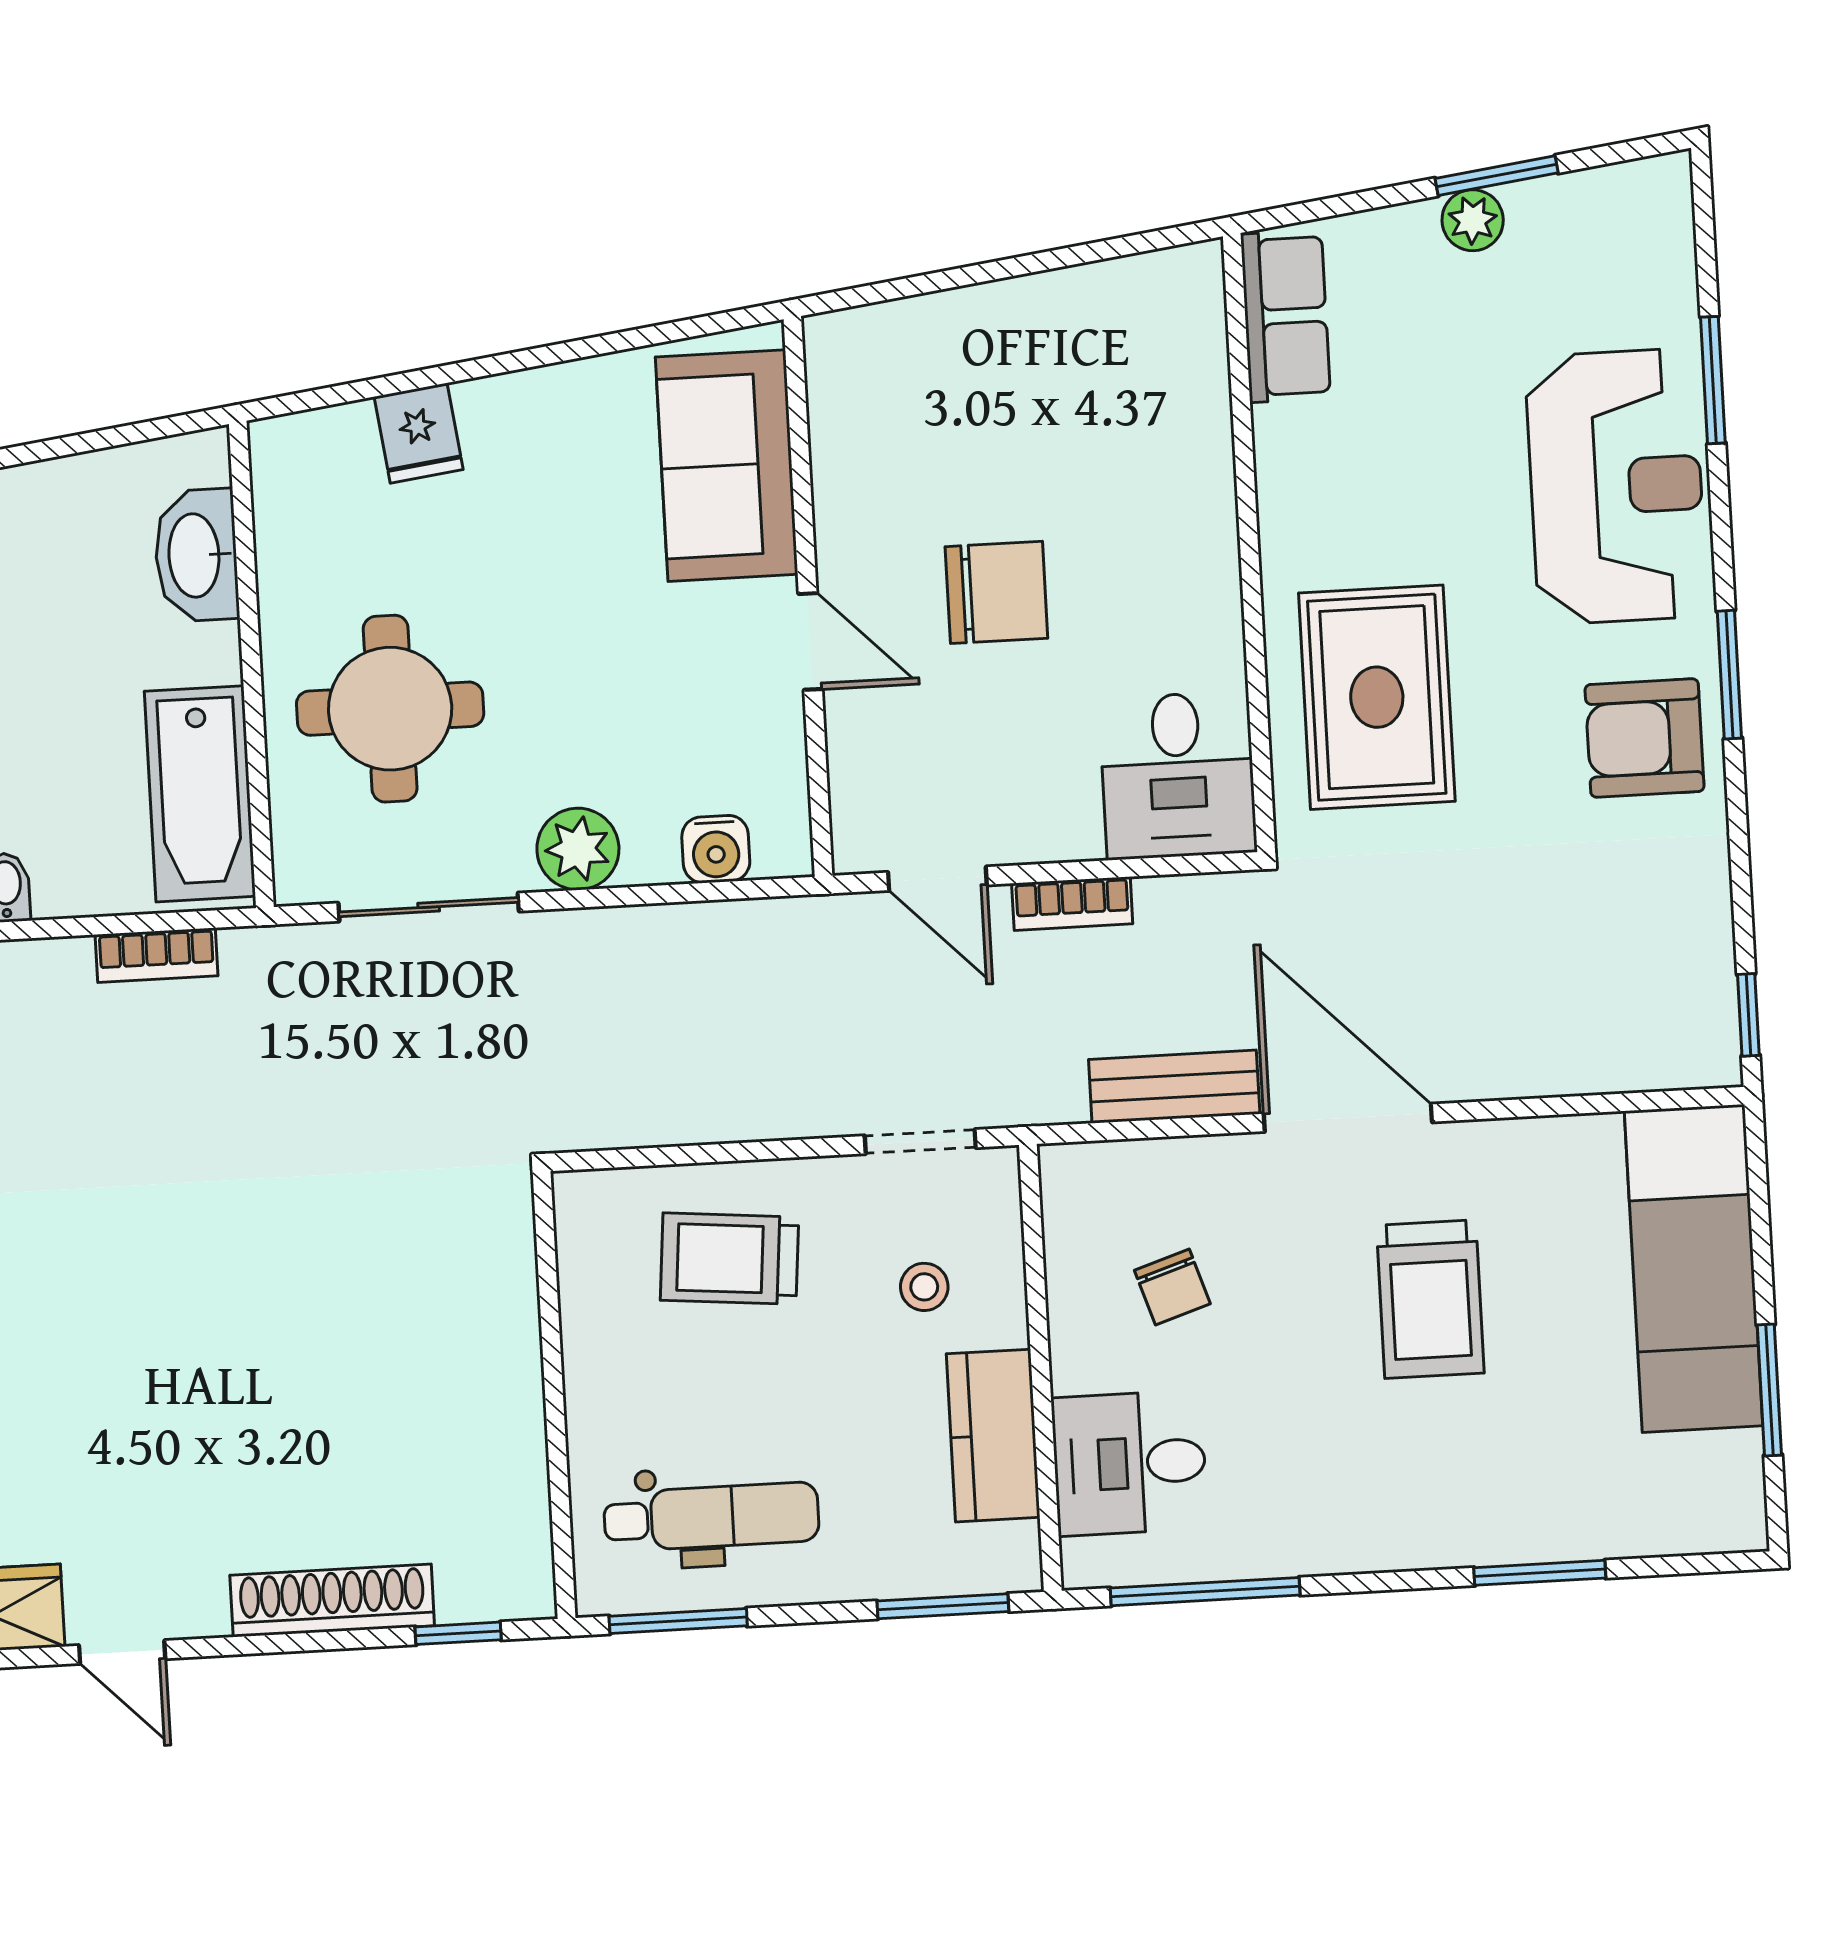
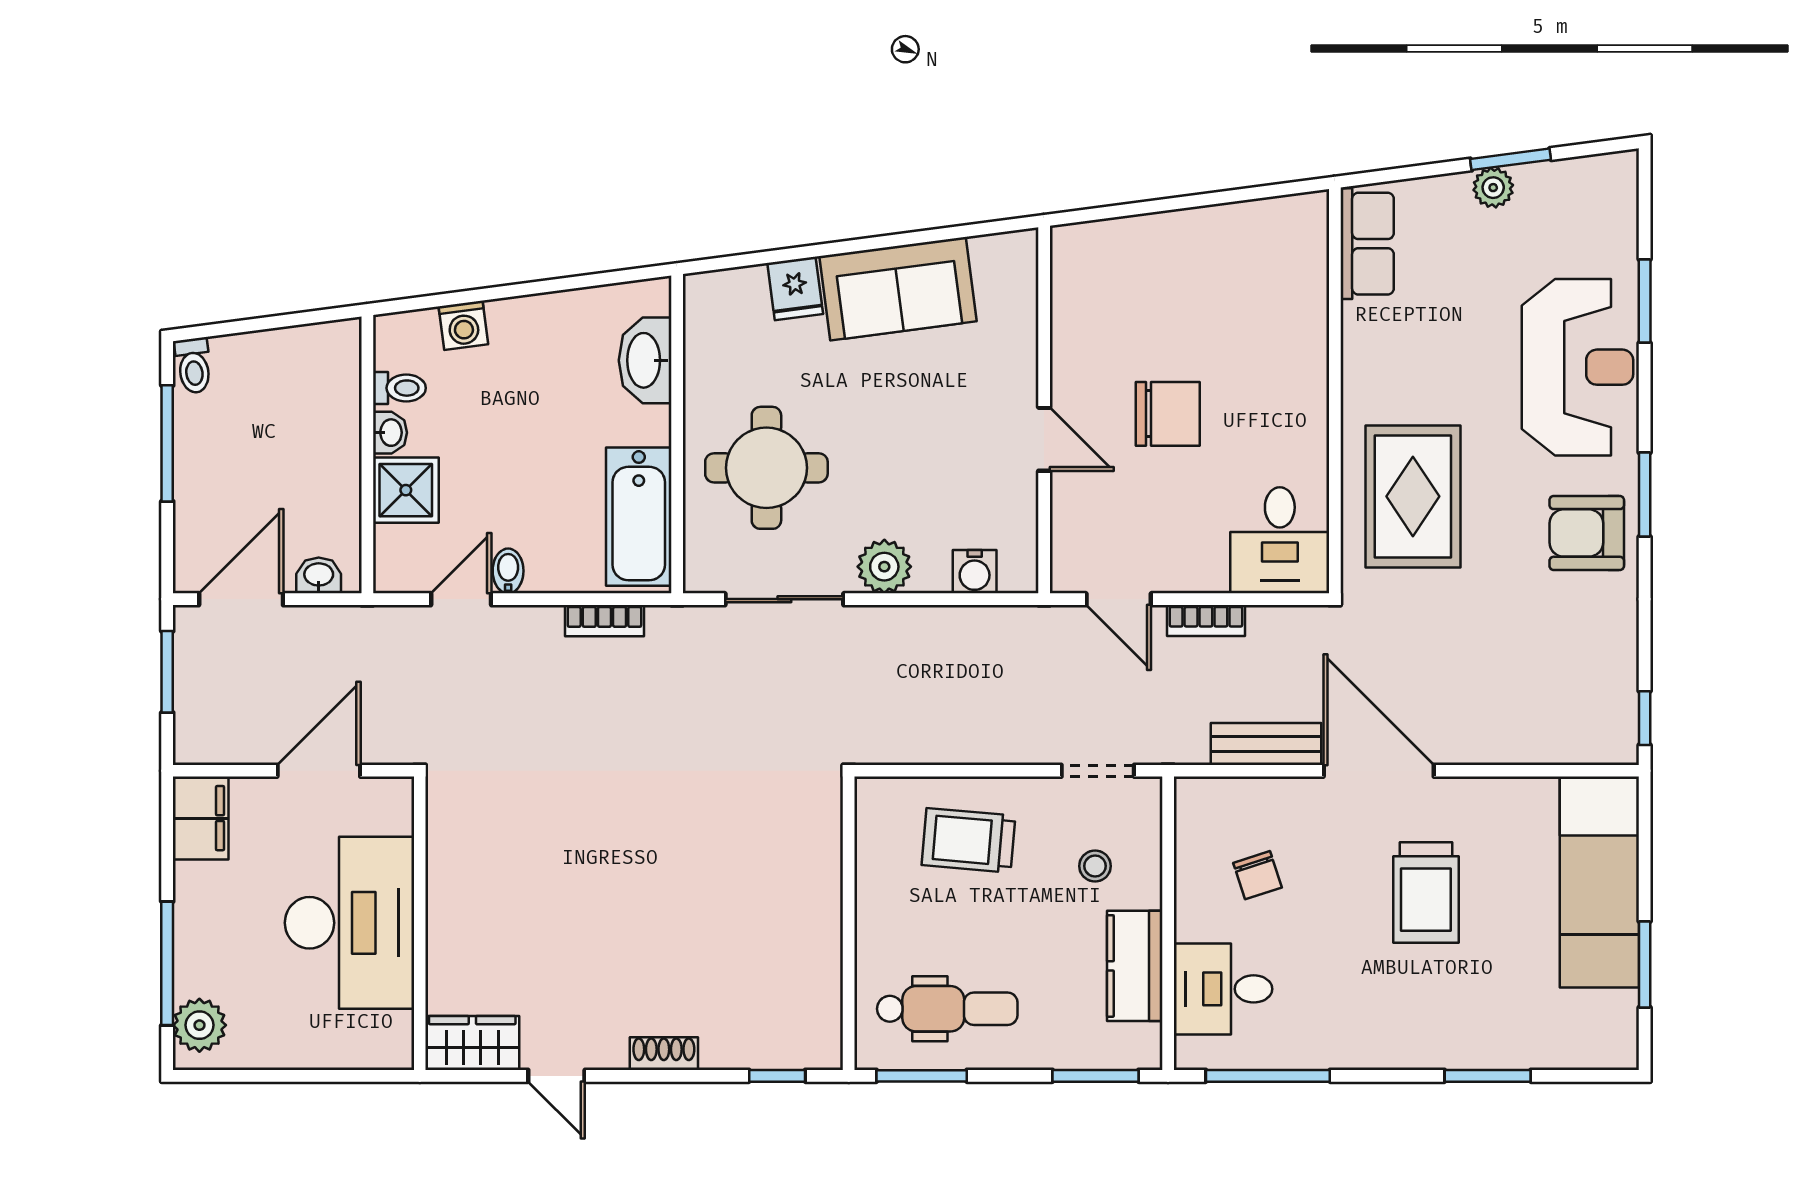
sofa: (727, 466) -> (898, 289), moved, turned -98
shoe rack: (332, 1600) -> (664, 1054), width x0.51, depth x0.81

